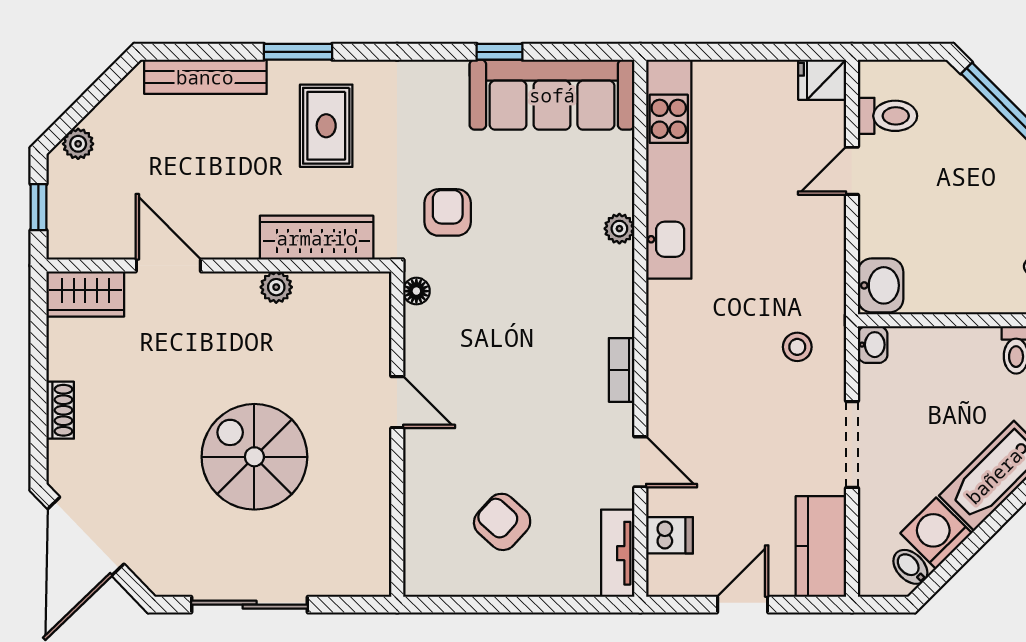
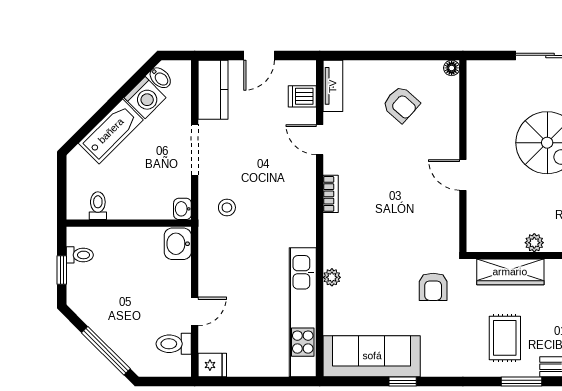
floor lamp: (416, 291) -> (452, 68), moved

